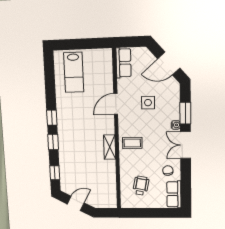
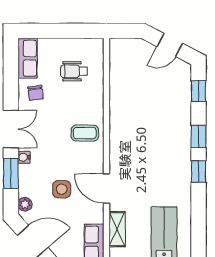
plant: (175, 91) -> (25, 204), added
door: (116, 104) -> (106, 189), swing flipped
shelving: (110, 147) -> (117, 229), moved
wheelchair: (141, 186) -> (74, 71), turned 79

